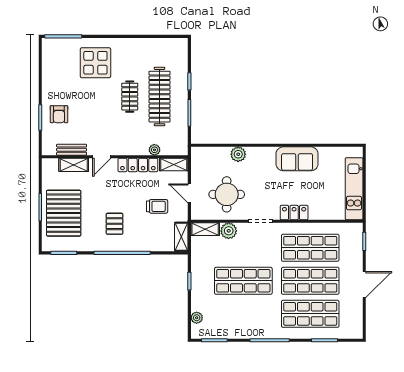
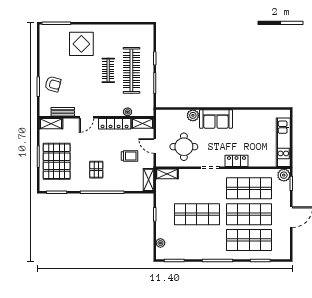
armchair: (59, 114) -> (53, 84), turned -75
sofa: (297, 159) -> (216, 119), moved
shelving: (74, 165) -> (51, 124), moved
plant: (229, 231) -> (284, 175), moved

